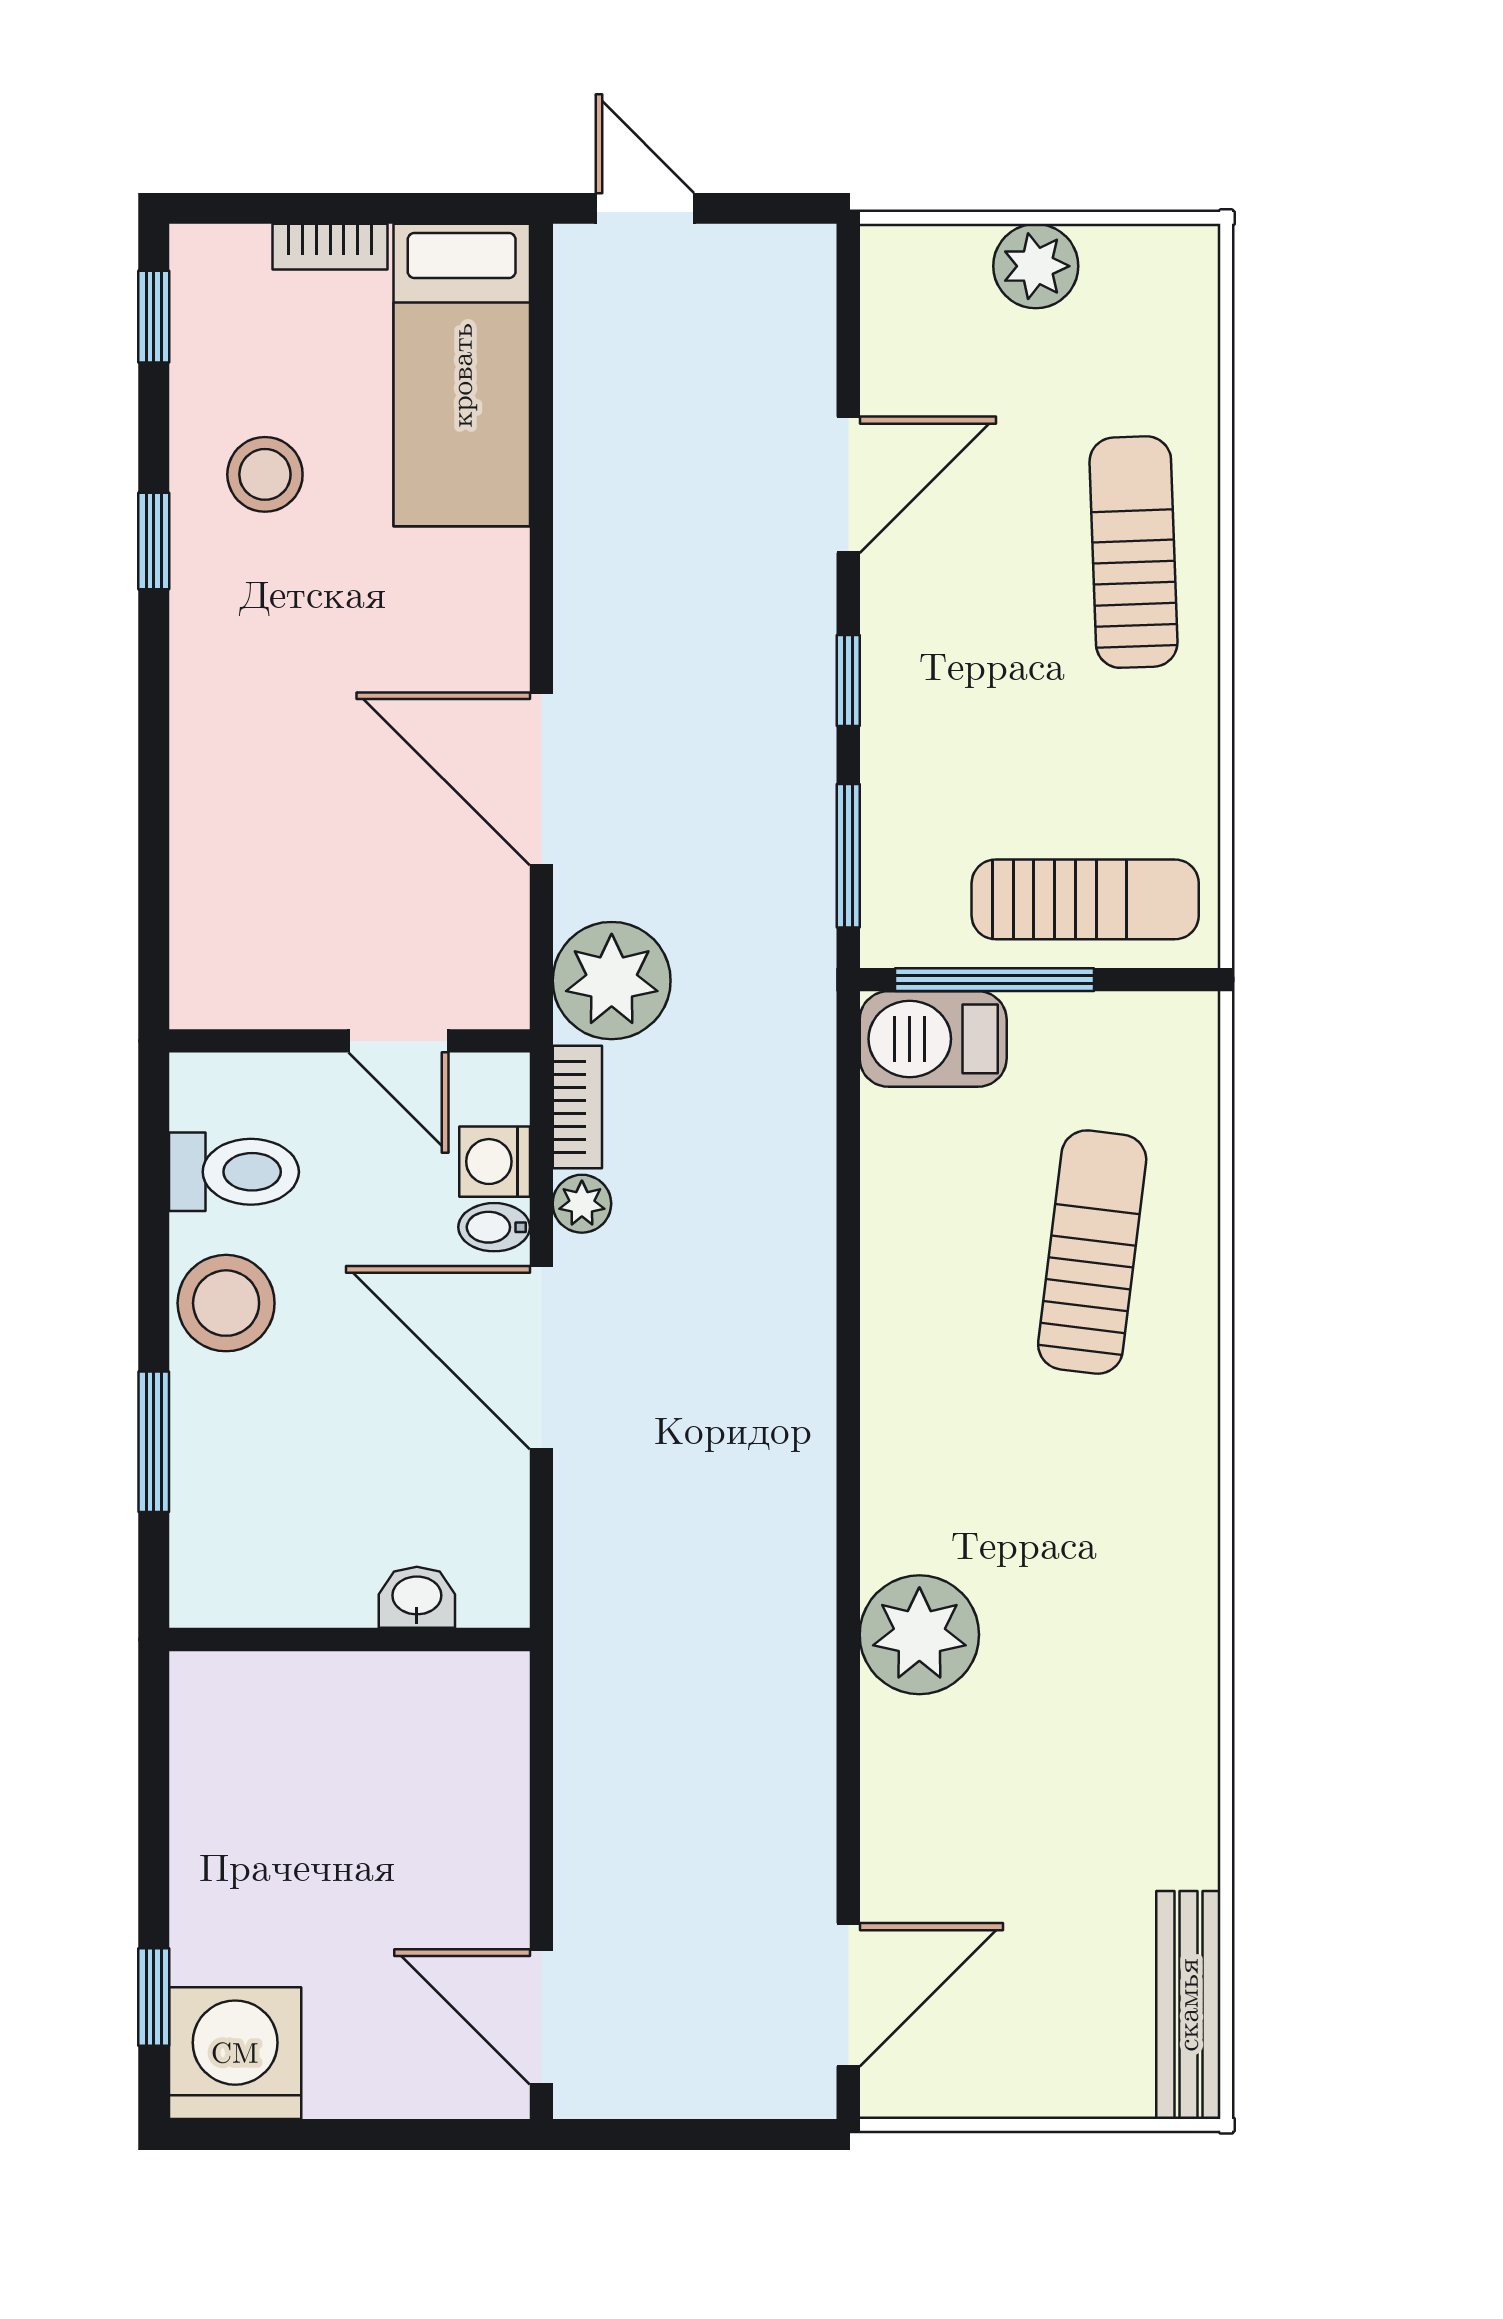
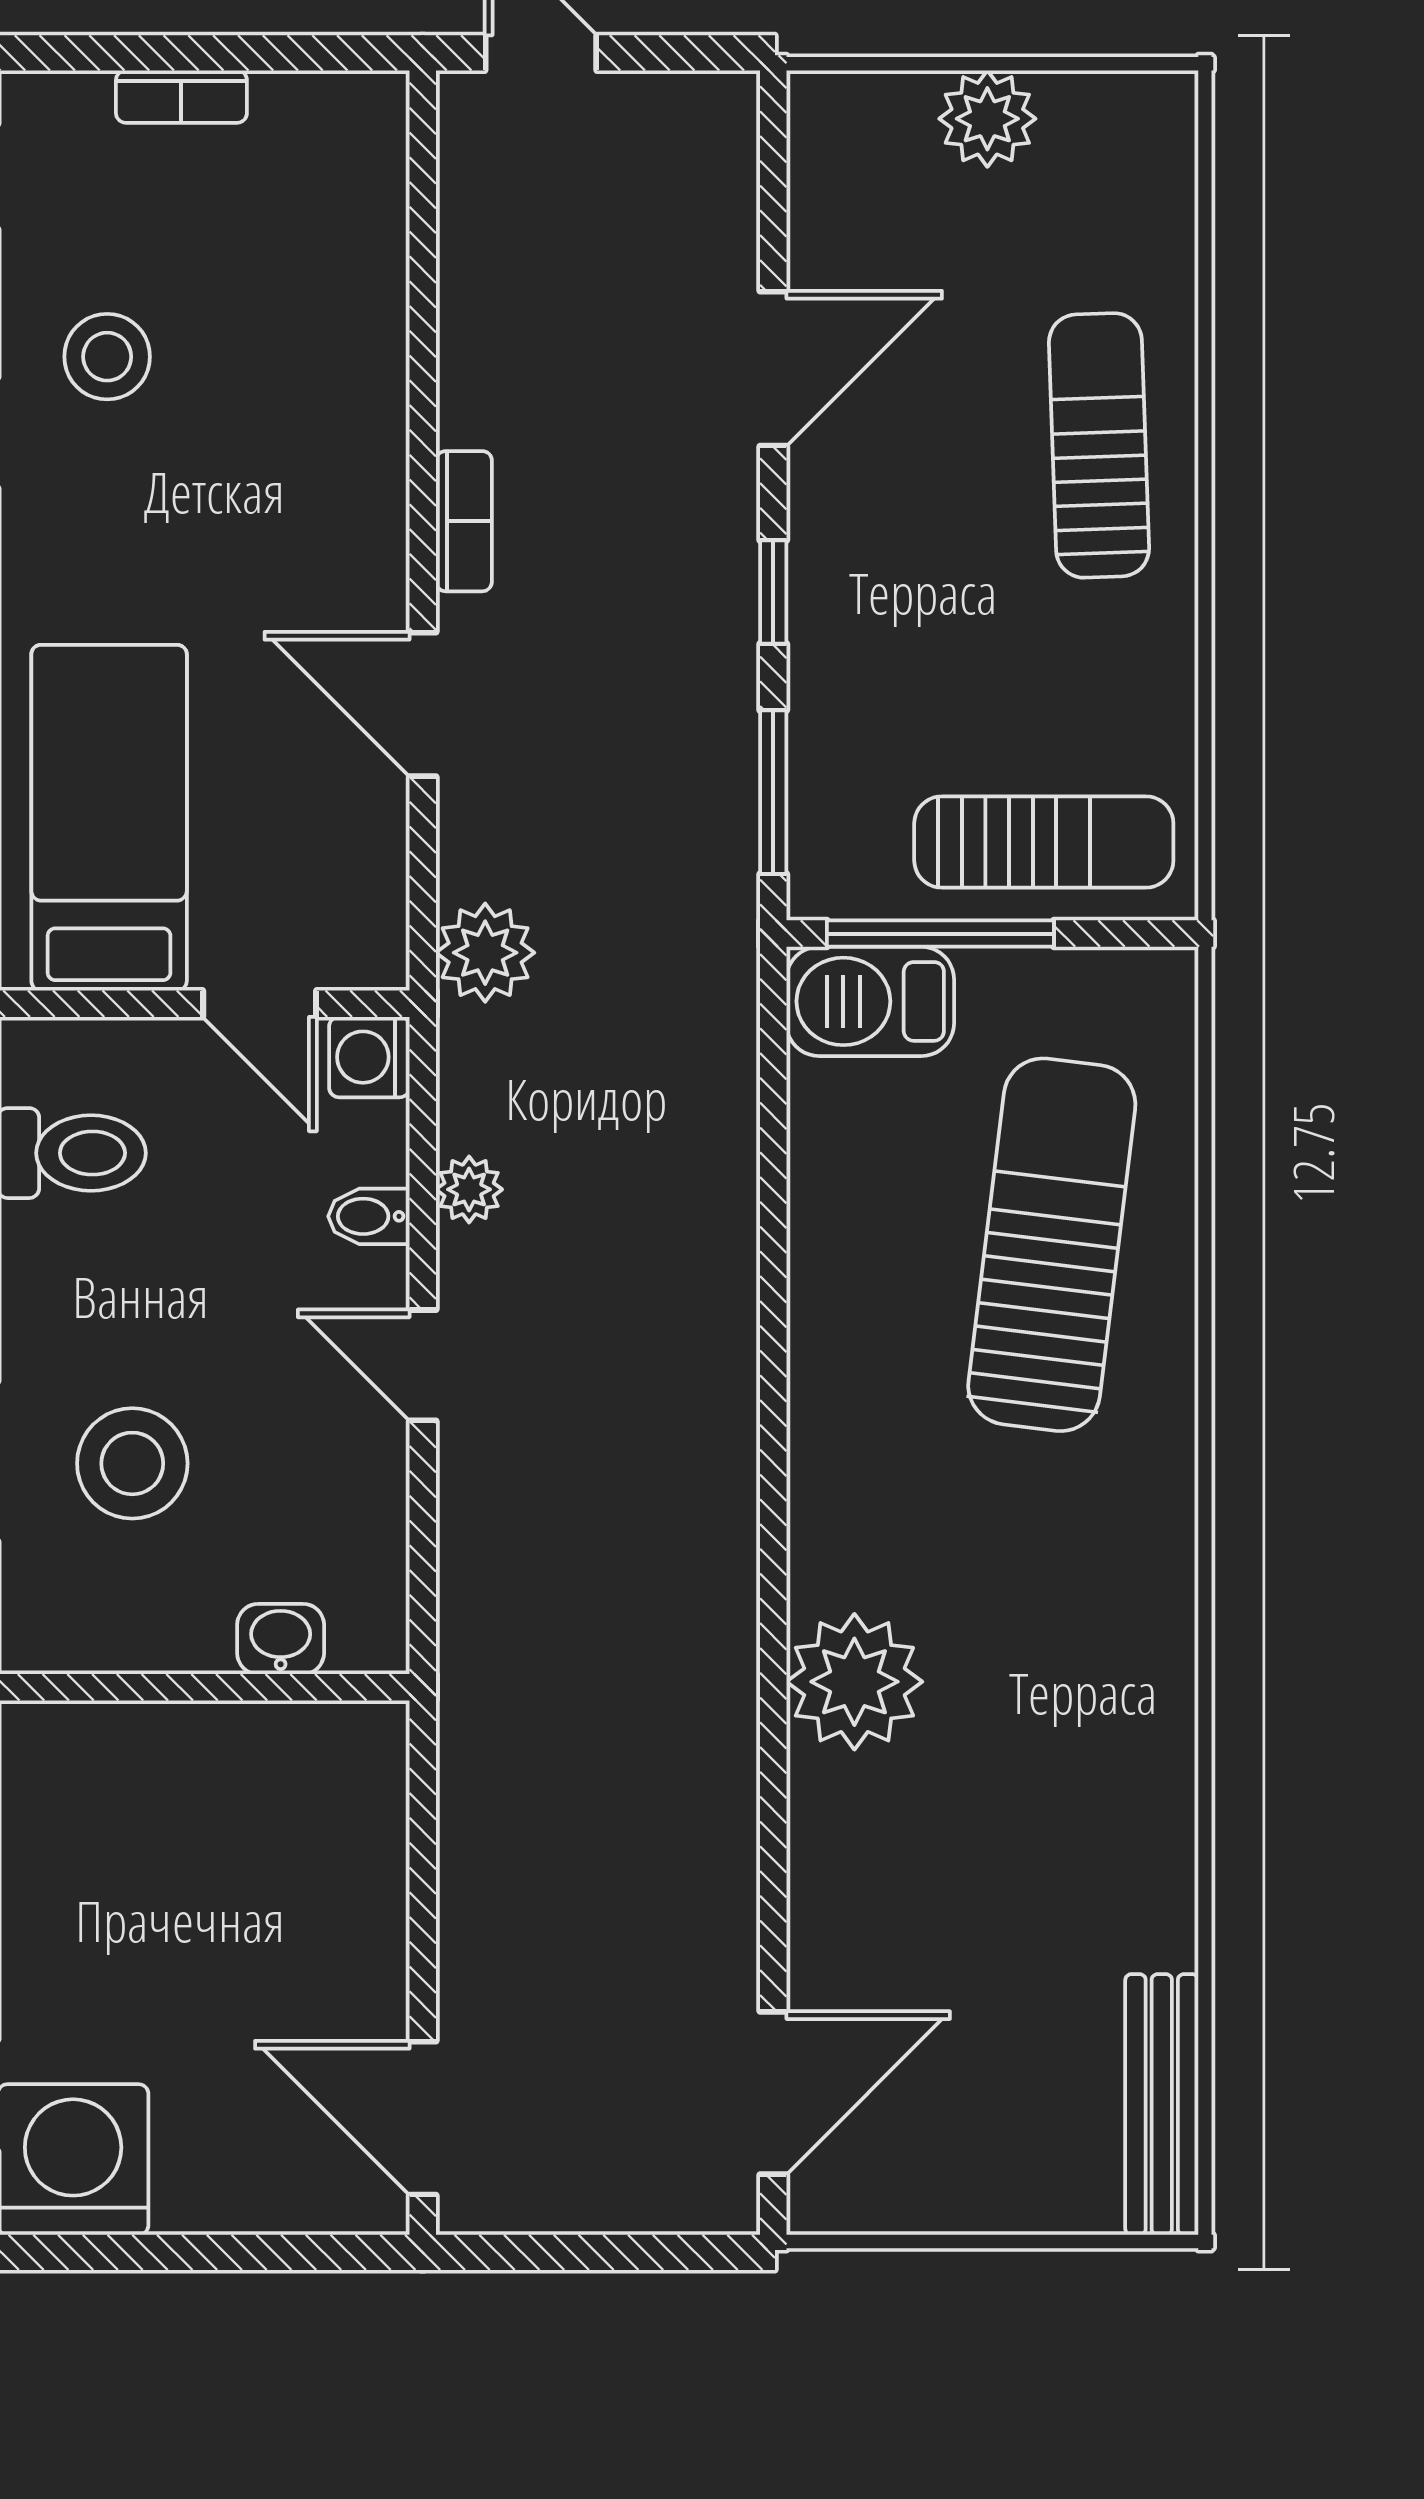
bed: (462, 375) -> (109, 818), moved, turned 180
door: (541, 779) -> (423, 704), width x0.73
plant: (612, 981) -> (485, 953), width x0.73, depth x0.73
bookcase: (577, 1107) -> (464, 521), moved
washing machine: (495, 1162) -> (369, 1057), moved
sun lounger: (1092, 1252) -> (1052, 1245), width x1.36, depth x1.34
stool: (226, 1303) -> (132, 1463), moved
door: (541, 1358) -> (423, 1365), width x0.53

